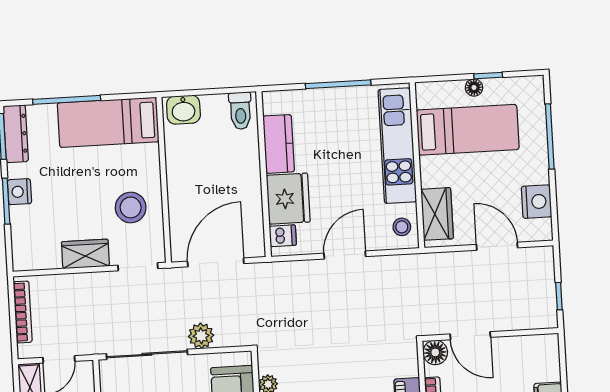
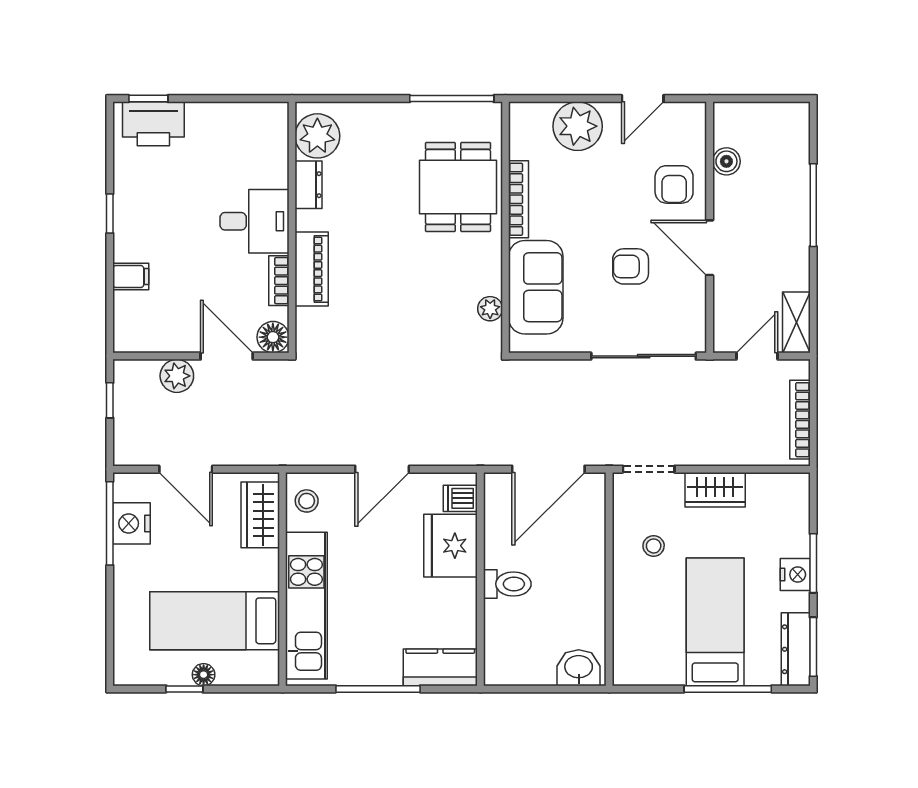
toilet: (240, 111) -> (507, 584), moved, turned 90
bed: (108, 122) -> (715, 622), moved, turned -90
window: (550, 137) -> (110, 523), moved
kitchen counter: (279, 144) -> (440, 667), moved, turned 90
stool: (131, 207) -> (654, 546), width x0.53, depth x0.53
plant: (201, 336) -> (177, 376), moved

